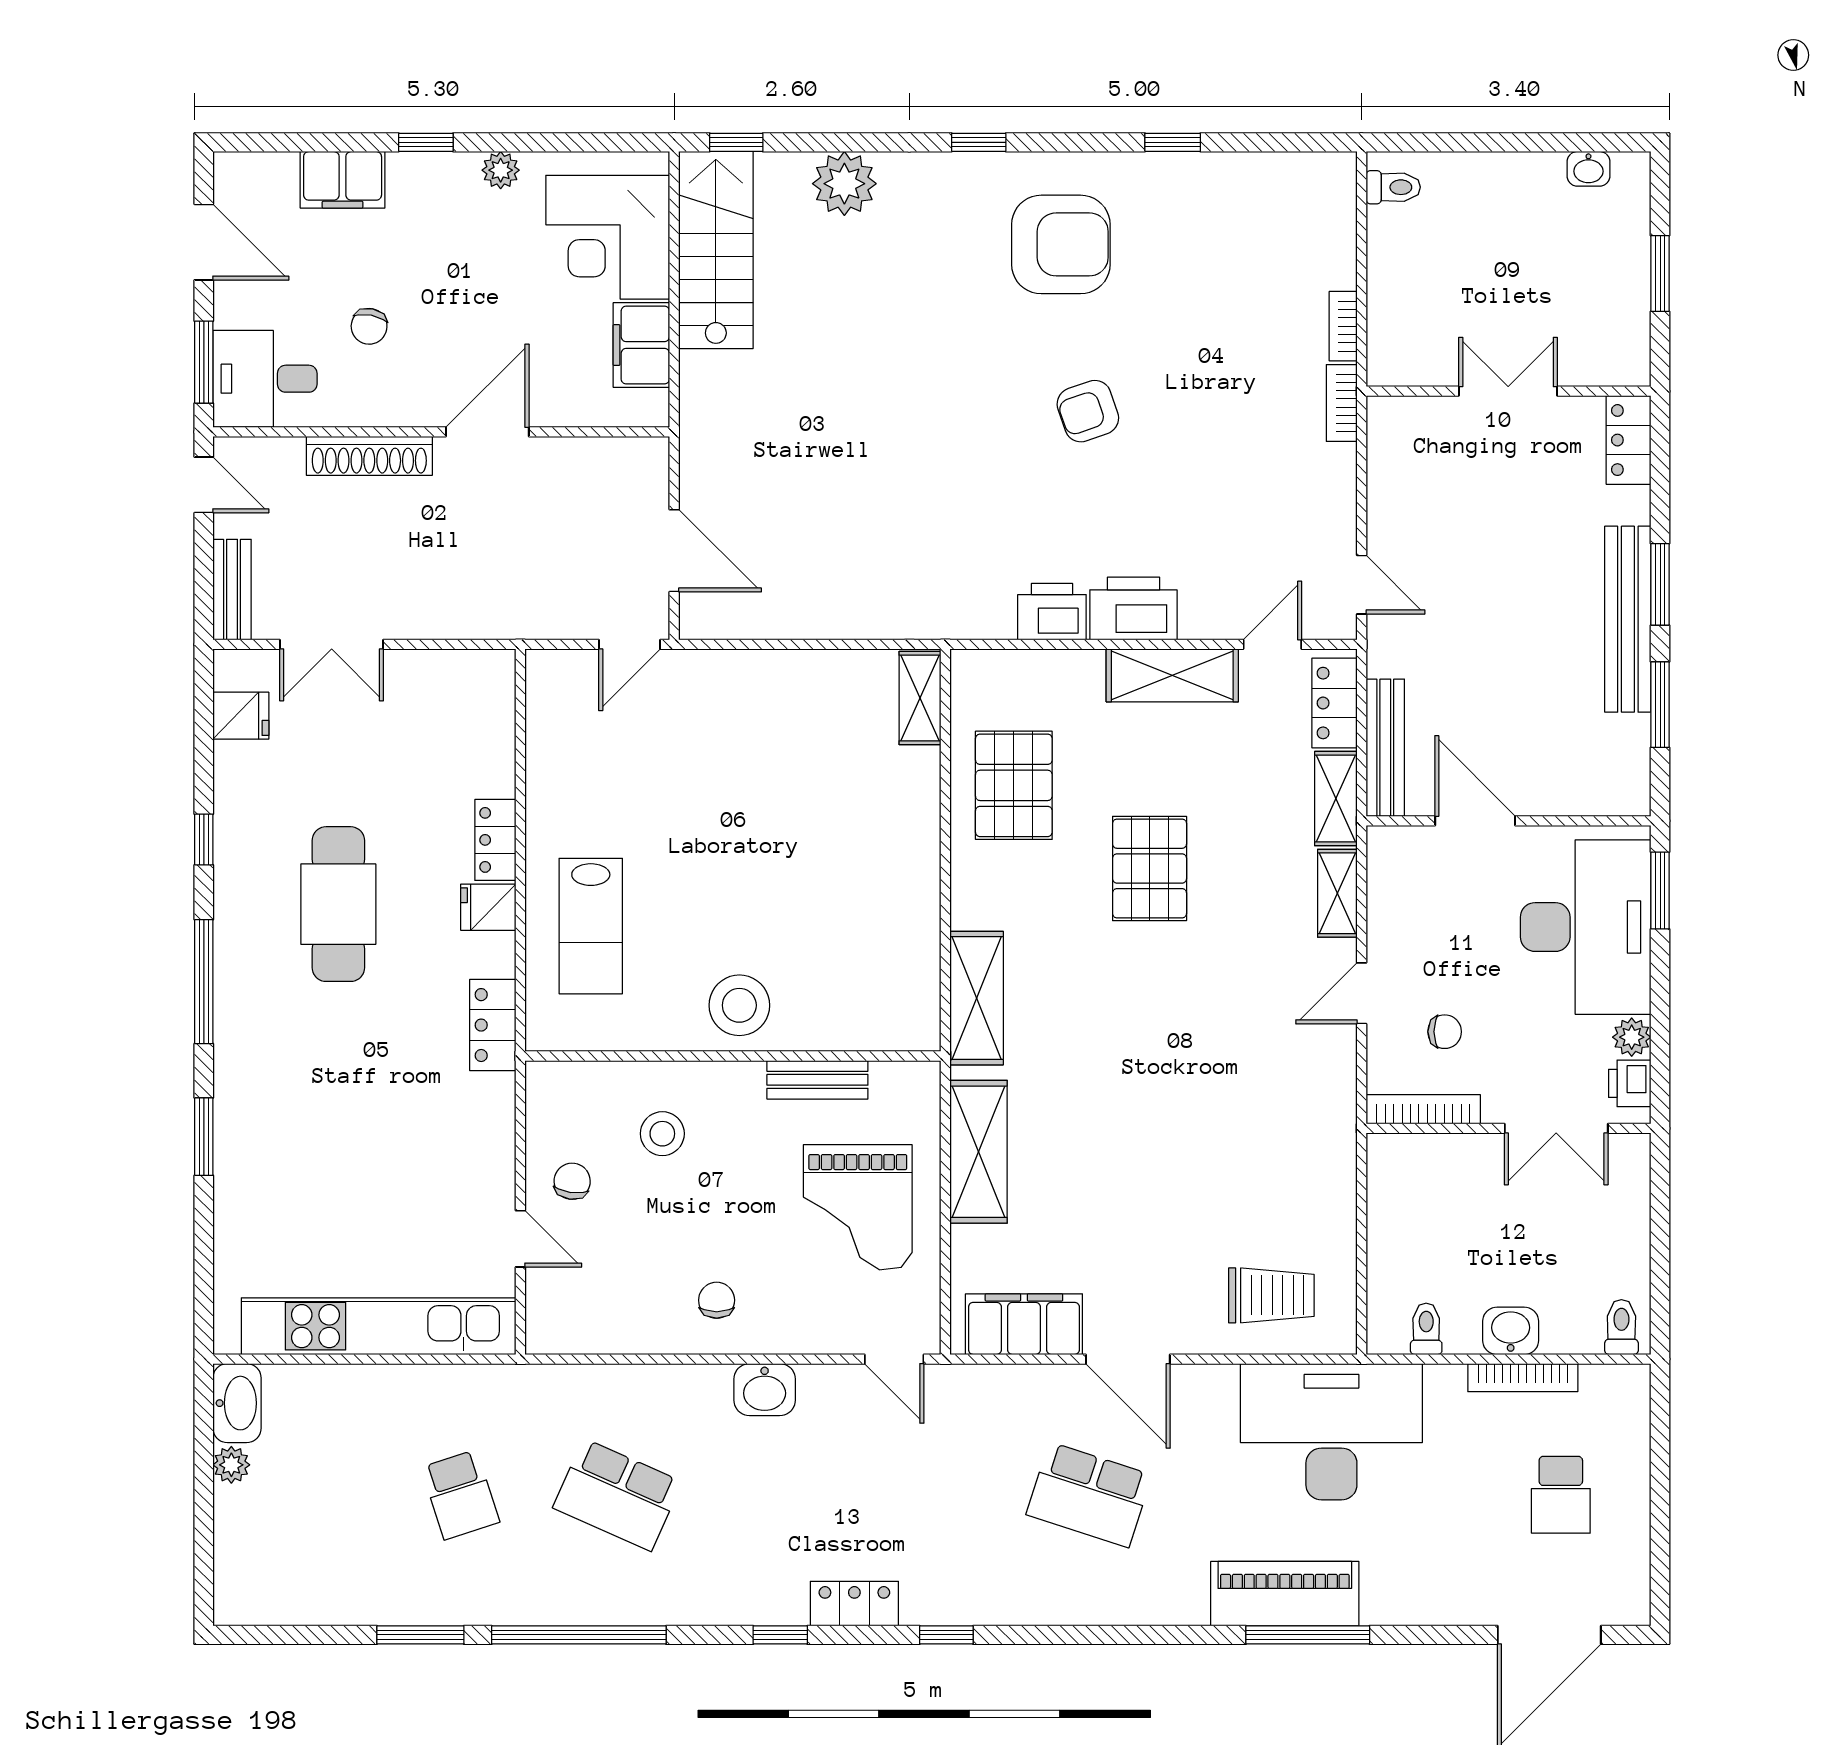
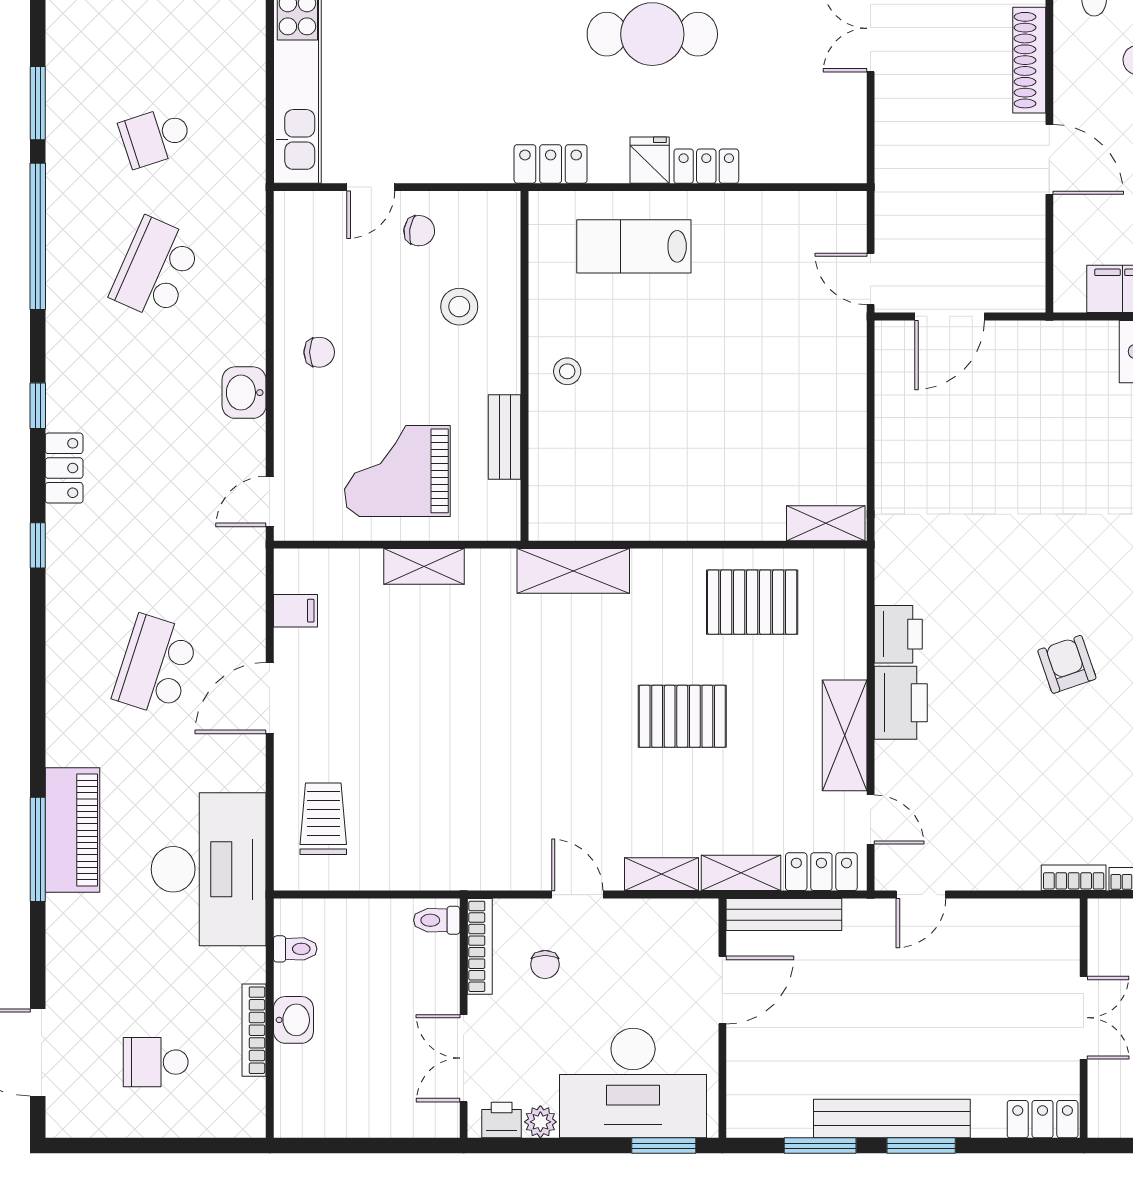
stool: (739, 1005) -> (567, 371), width x0.53, depth x0.53
shelving: (979, 1152) -> (424, 566), width x0.67, depth x0.75
trolley: (1271, 1295) -> (323, 819), turned 180
filing cabinet: (1024, 1324) -> (295, 611), width x0.33, depth x0.86
toilet: (1621, 1327) -> (437, 920), moved, turned 180

